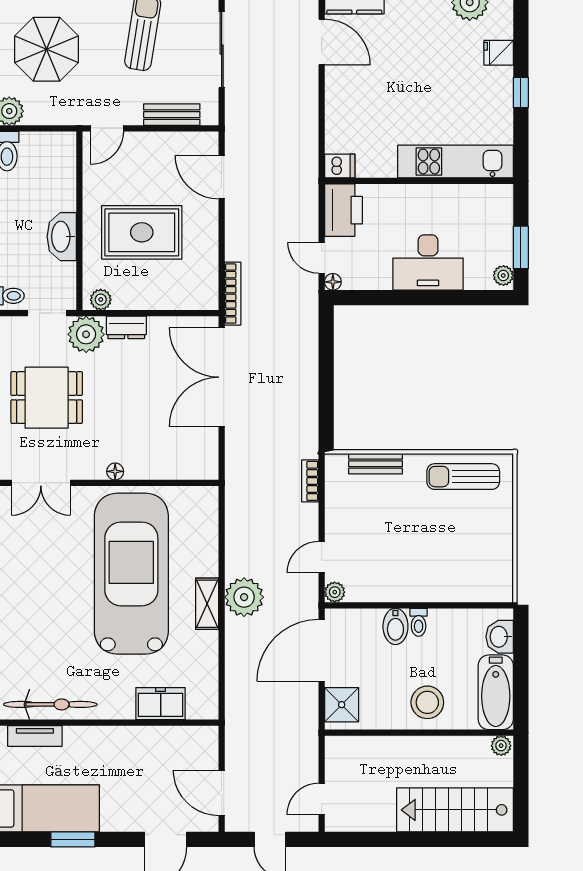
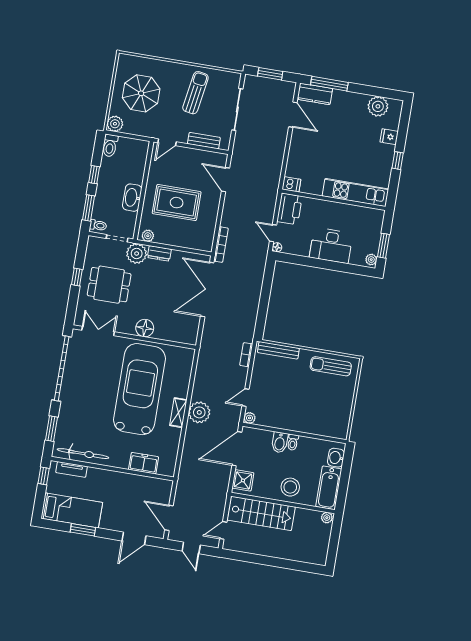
bench: (376, 464) -> (278, 350), width x1.36
floor lamp: (115, 471) -> (145, 328), width x1.89, depth x1.89
double door: (41, 483) -> (98, 331), swing flipped
stairs: (455, 810) -> (261, 513), moved, turned 180

